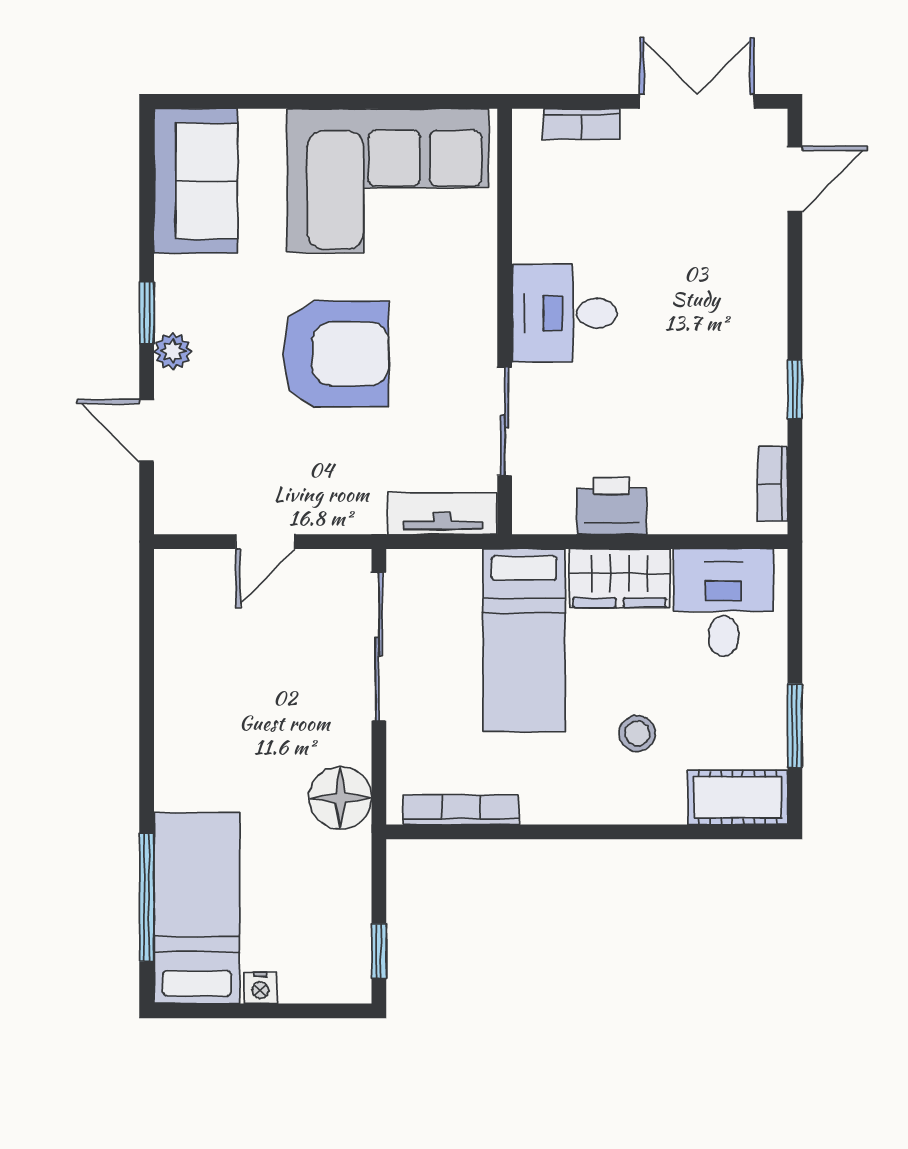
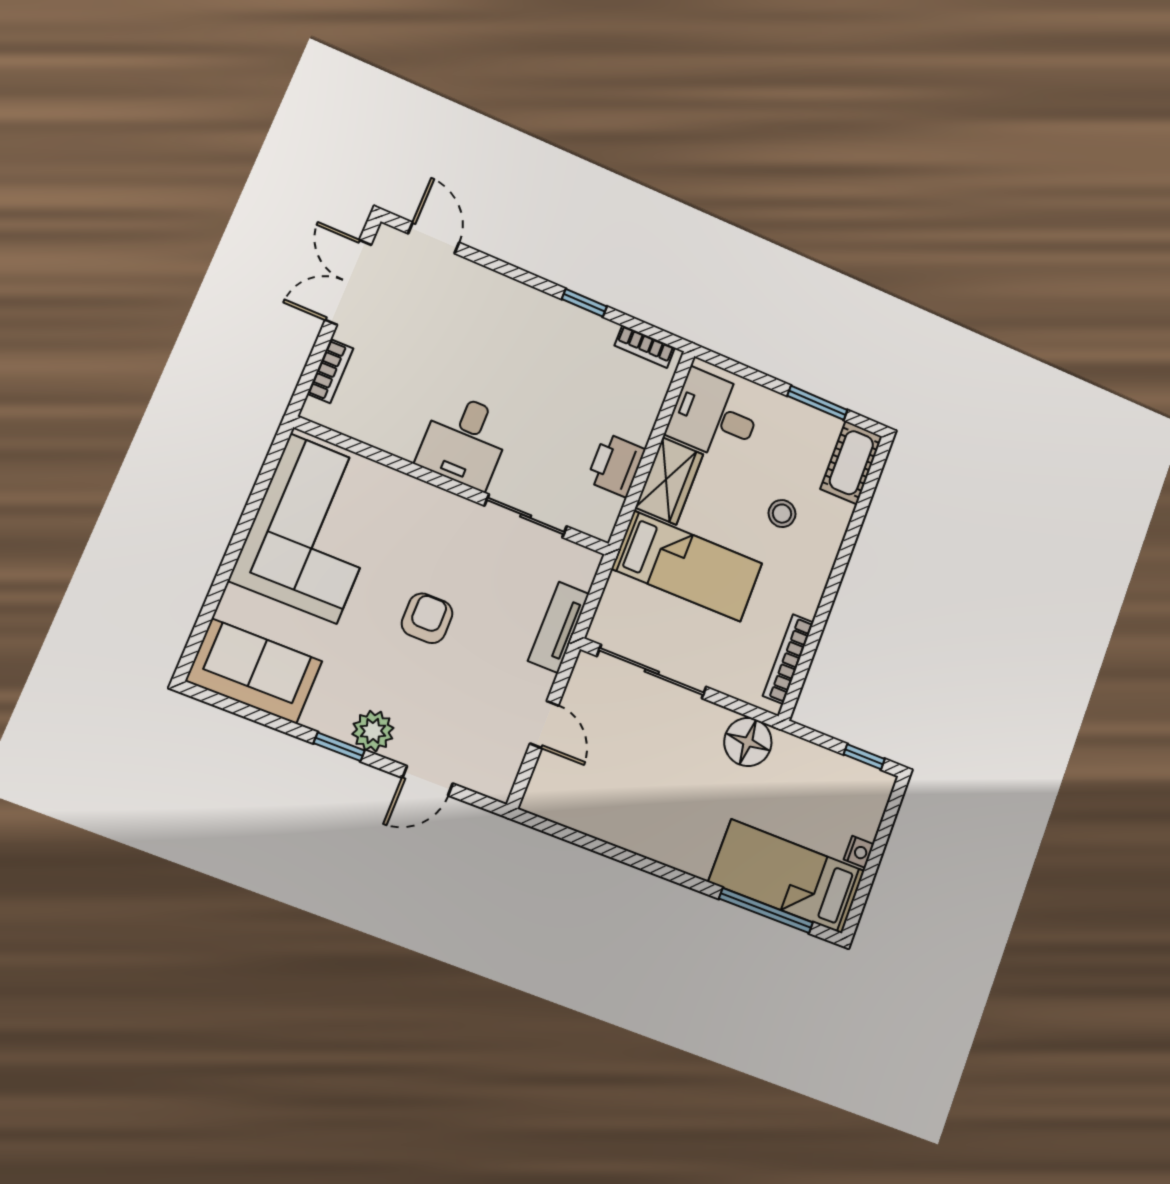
plant: (173, 351) -> (373, 731), width x1.38, depth x1.38
armchair: (336, 354) -> (427, 618), width x0.53, depth x0.53
tv unit: (443, 513) -> (559, 627), moved

